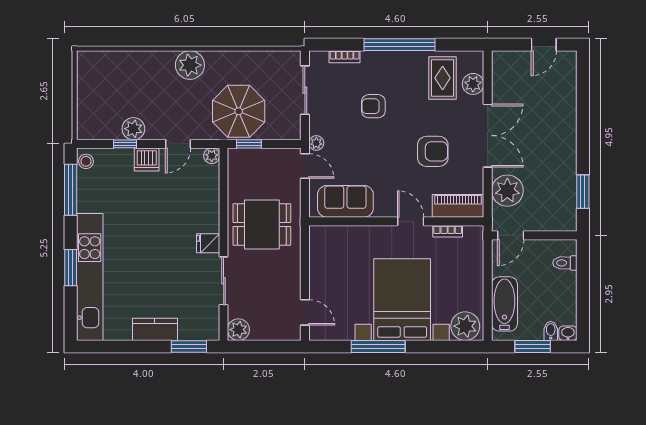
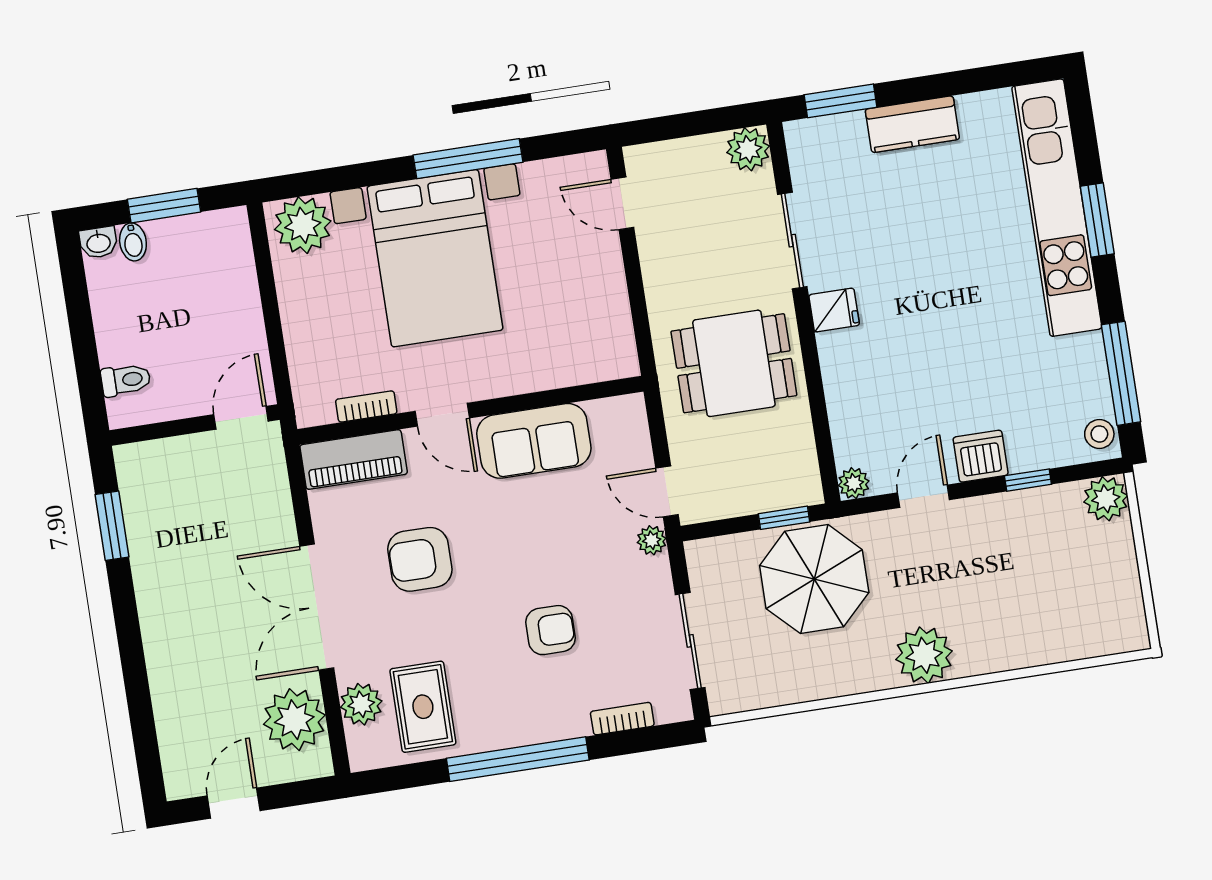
plant: (133, 129) -> (1106, 499), moved
plant: (507, 191) -> (294, 720), moved
sofa: (345, 201) -> (534, 441), moved
bathtub: (504, 304) -> (232, 281), removed

